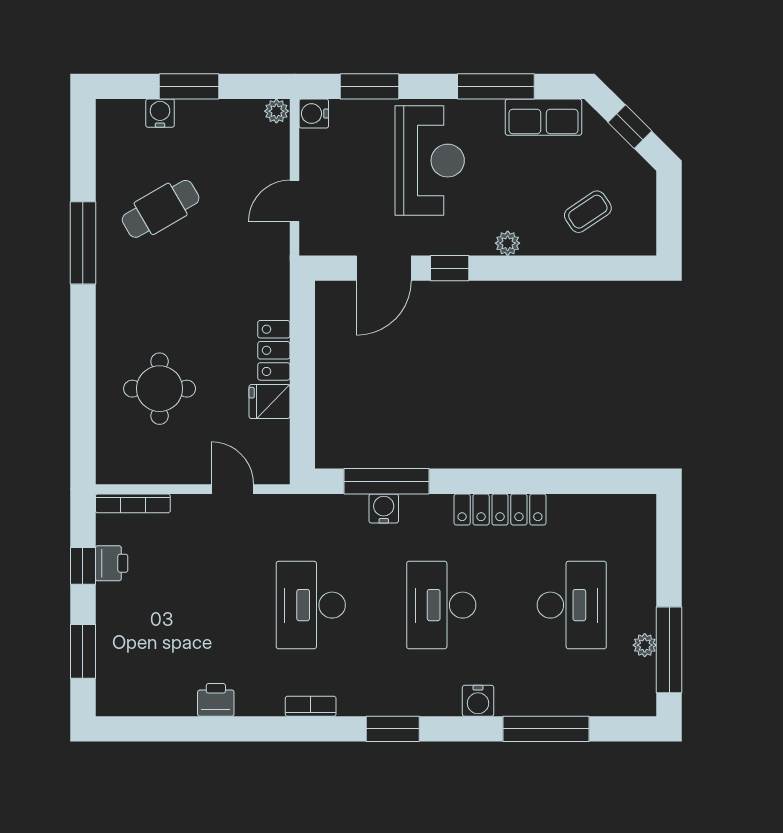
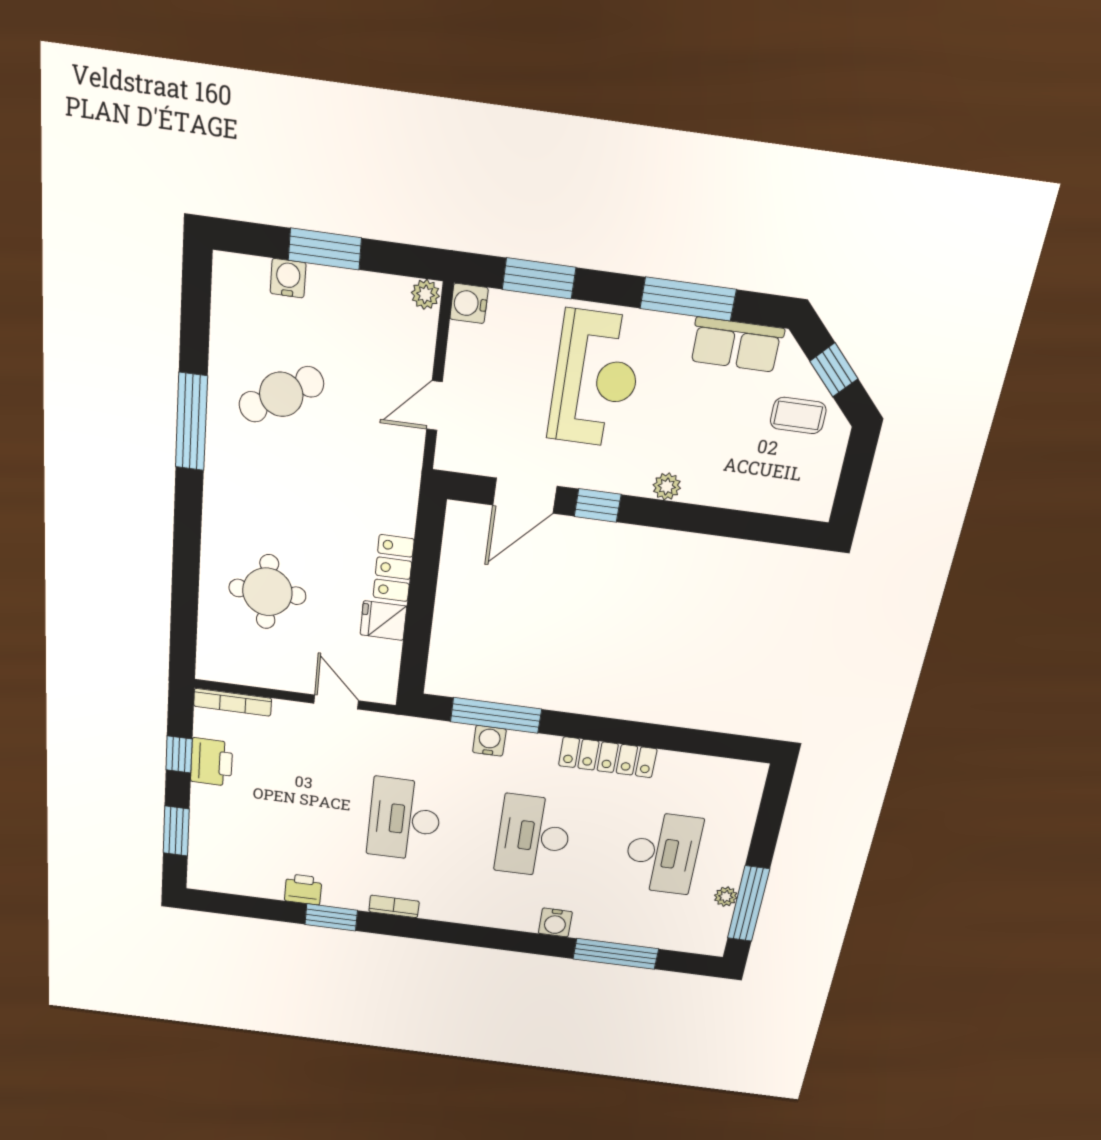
coffee table: (588, 212) -> (798, 415), moved, turned 34
printer: (112, 563) -> (212, 762), width x1.36, depth x1.24
window: (393, 729) -> (331, 917), moved

